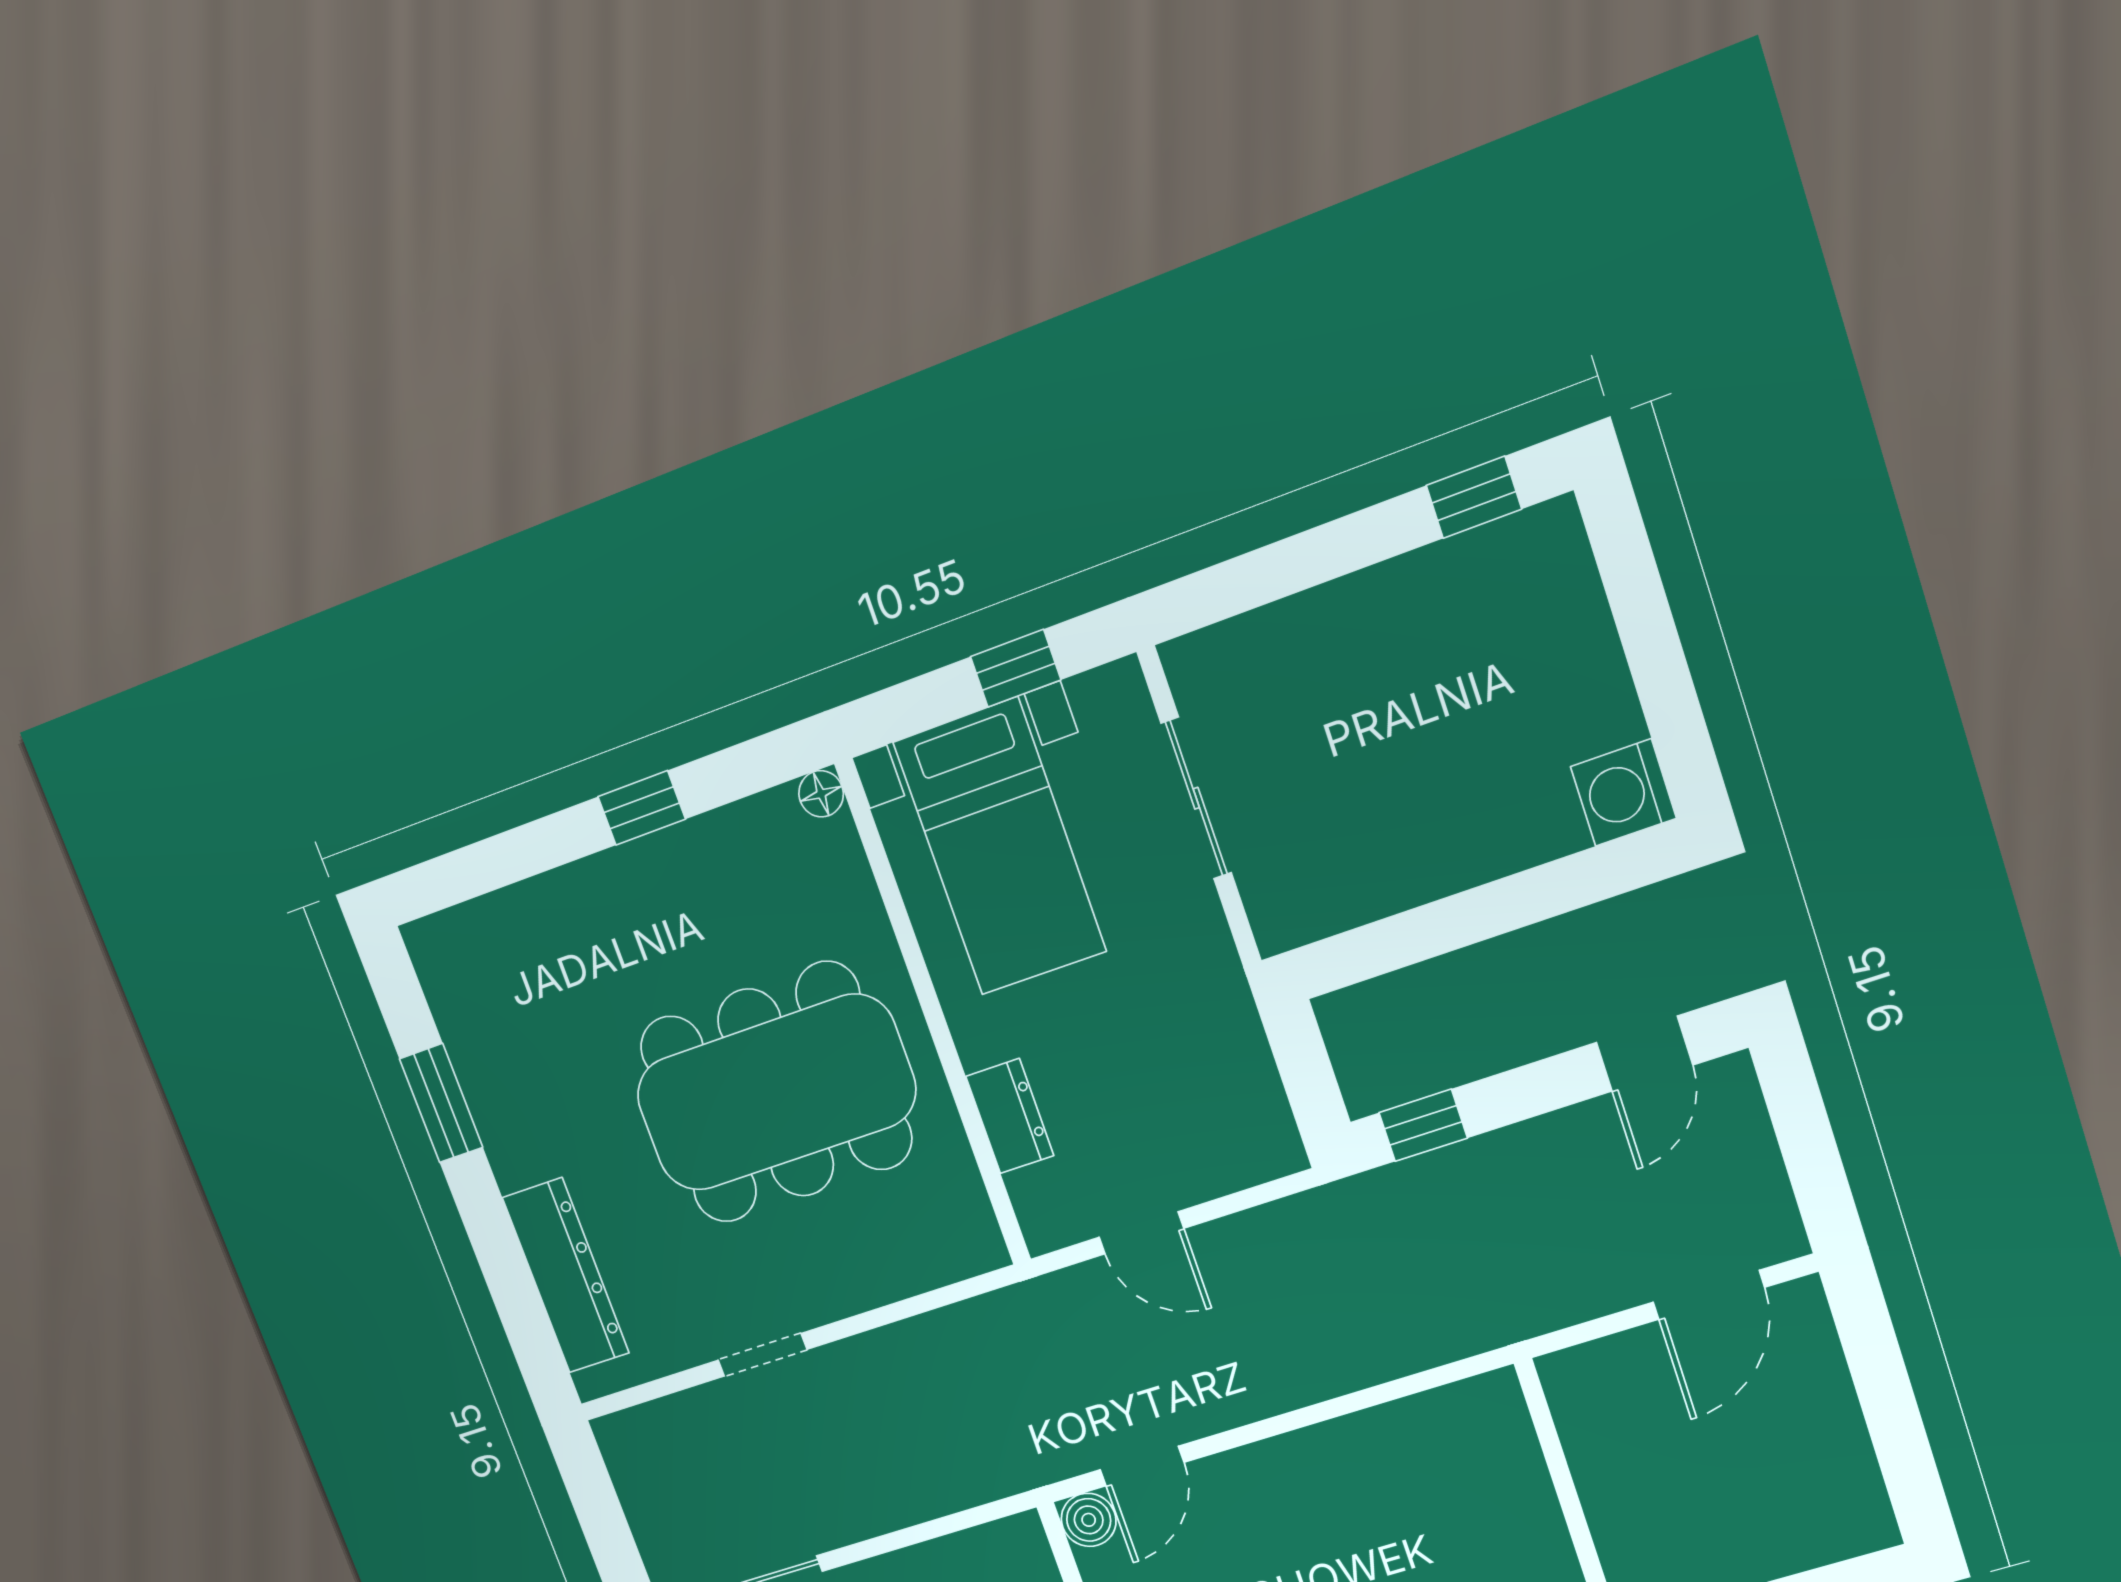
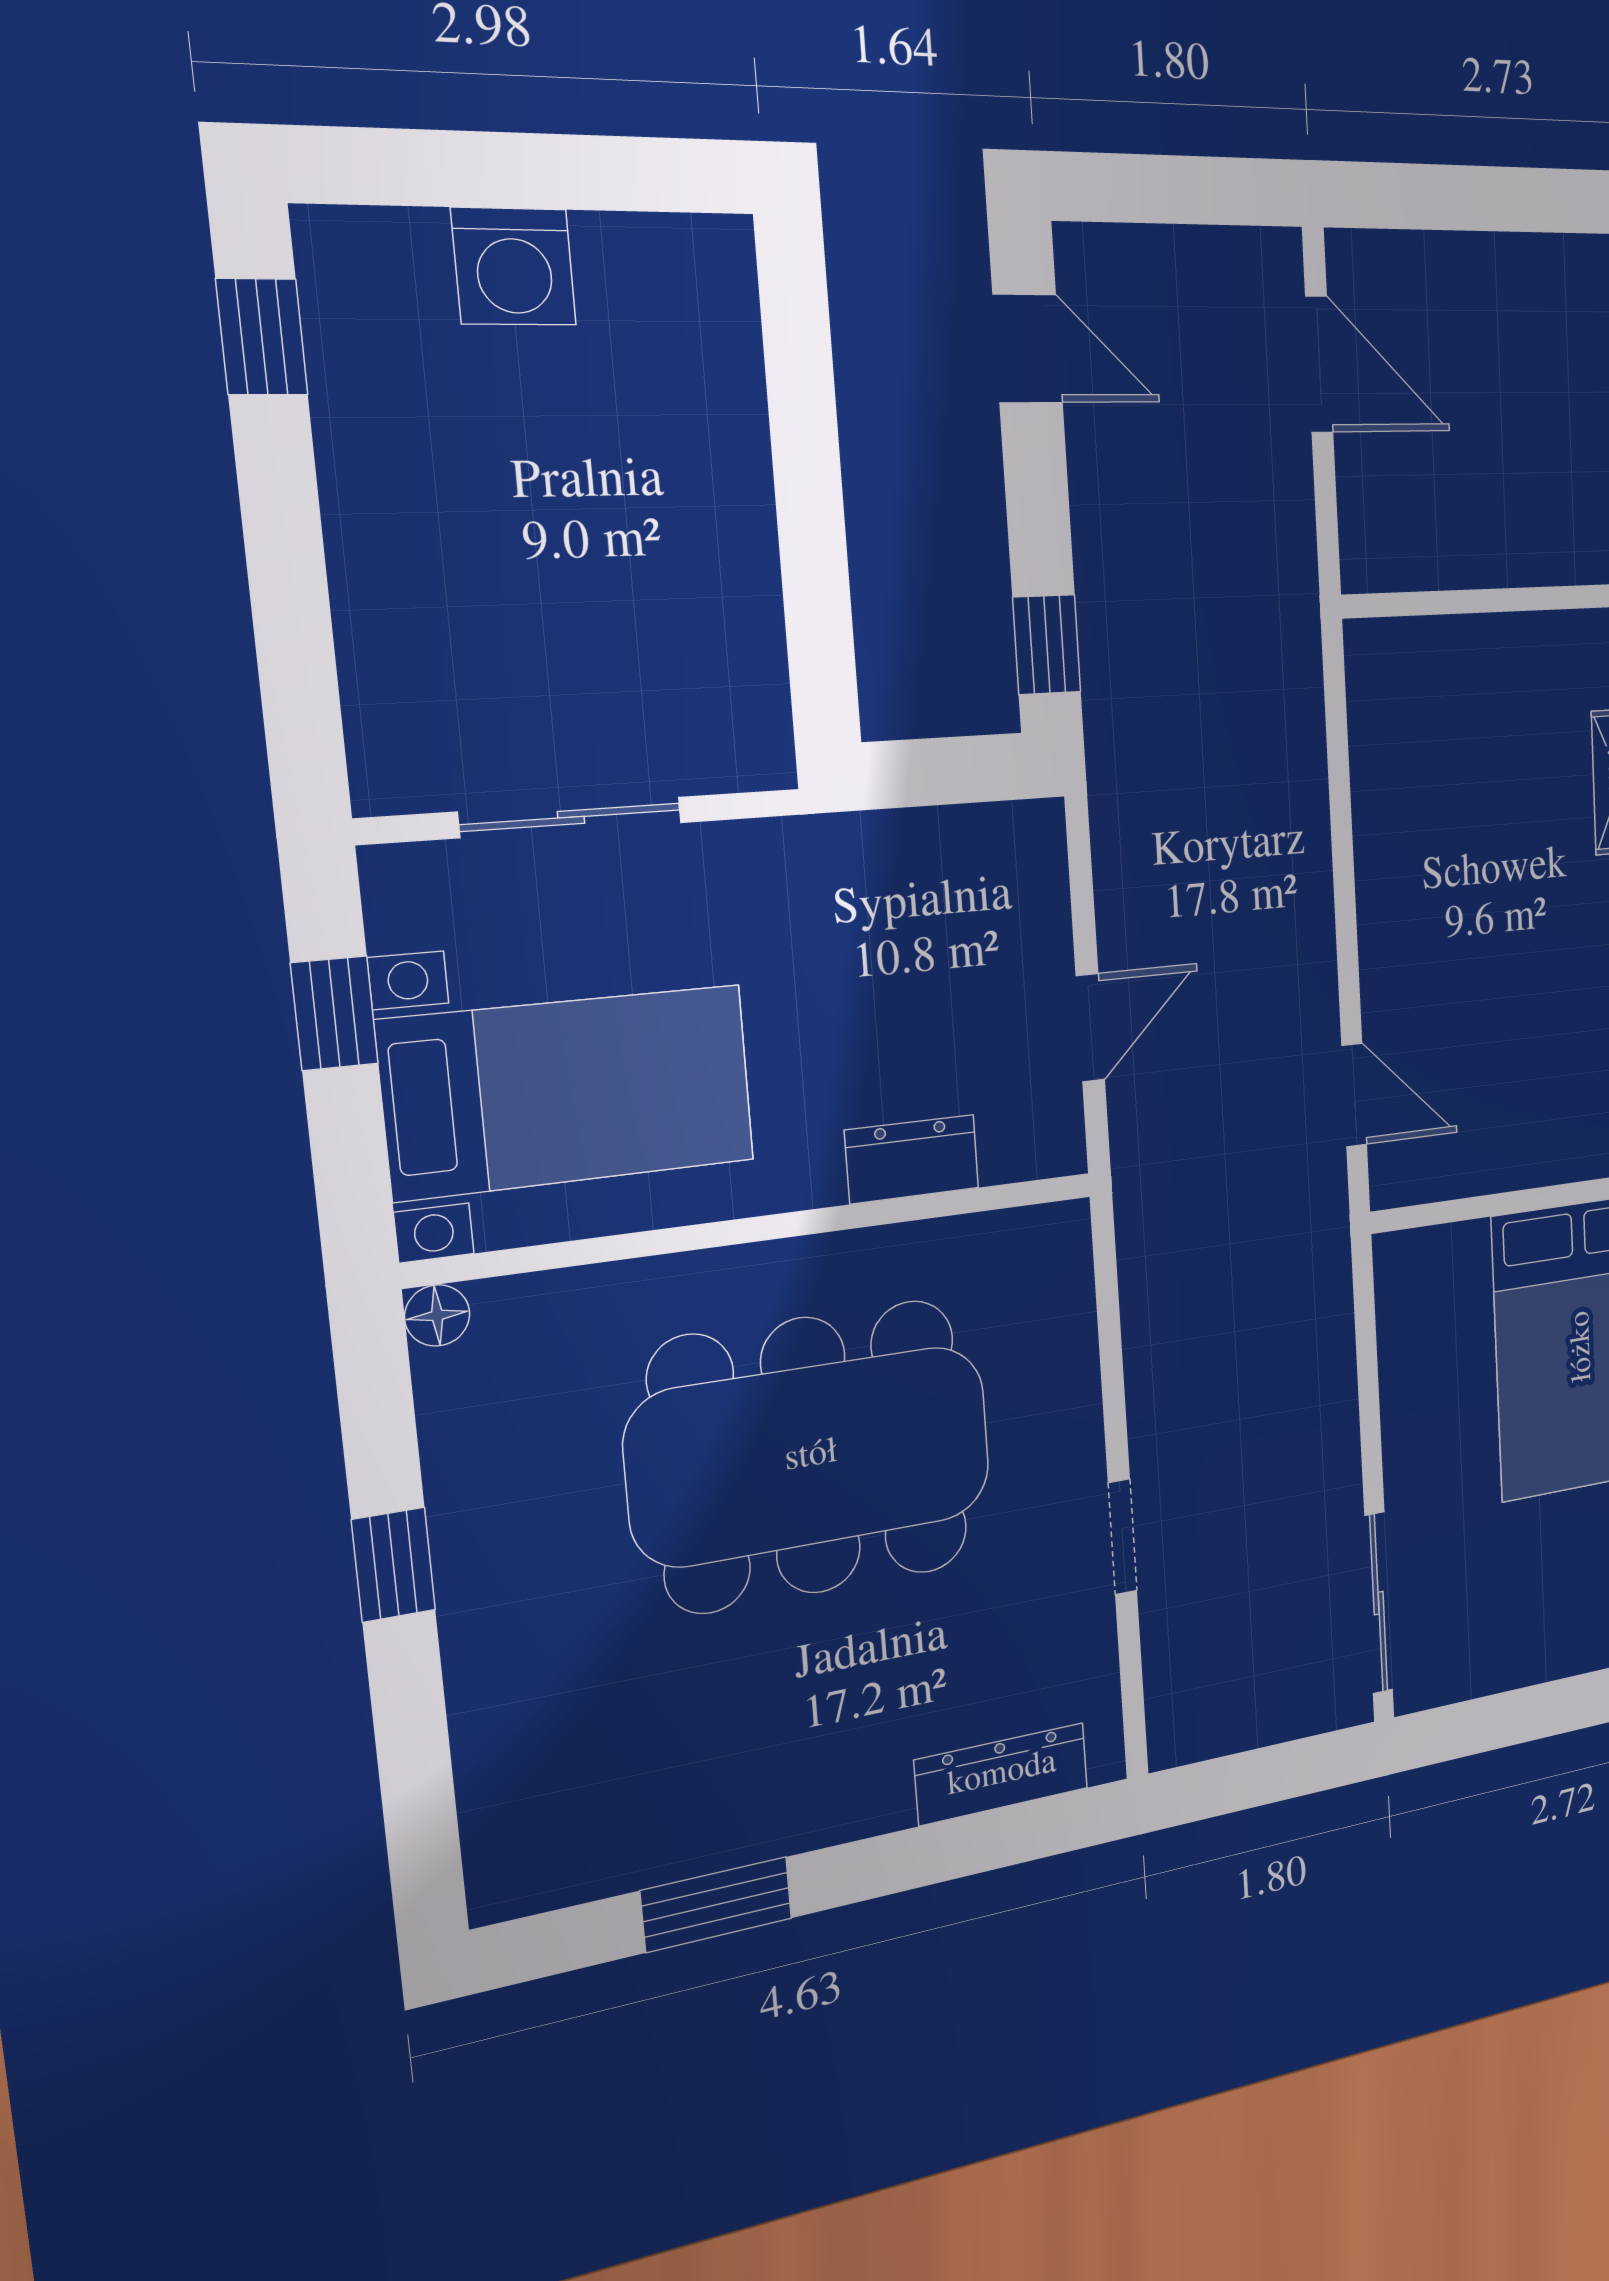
washing machine: (1623, 793) -> (514, 267), moved
dining table: (776, 1093) -> (811, 1456), turned 90
dresser: (566, 1275) -> (1002, 1774), width x0.73, depth x0.80
boiler: (1089, 1520) -> (1399, 1174), removed

